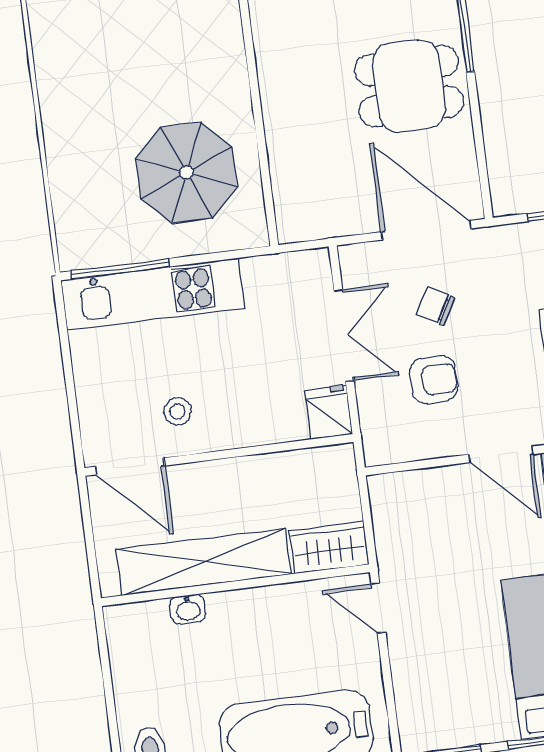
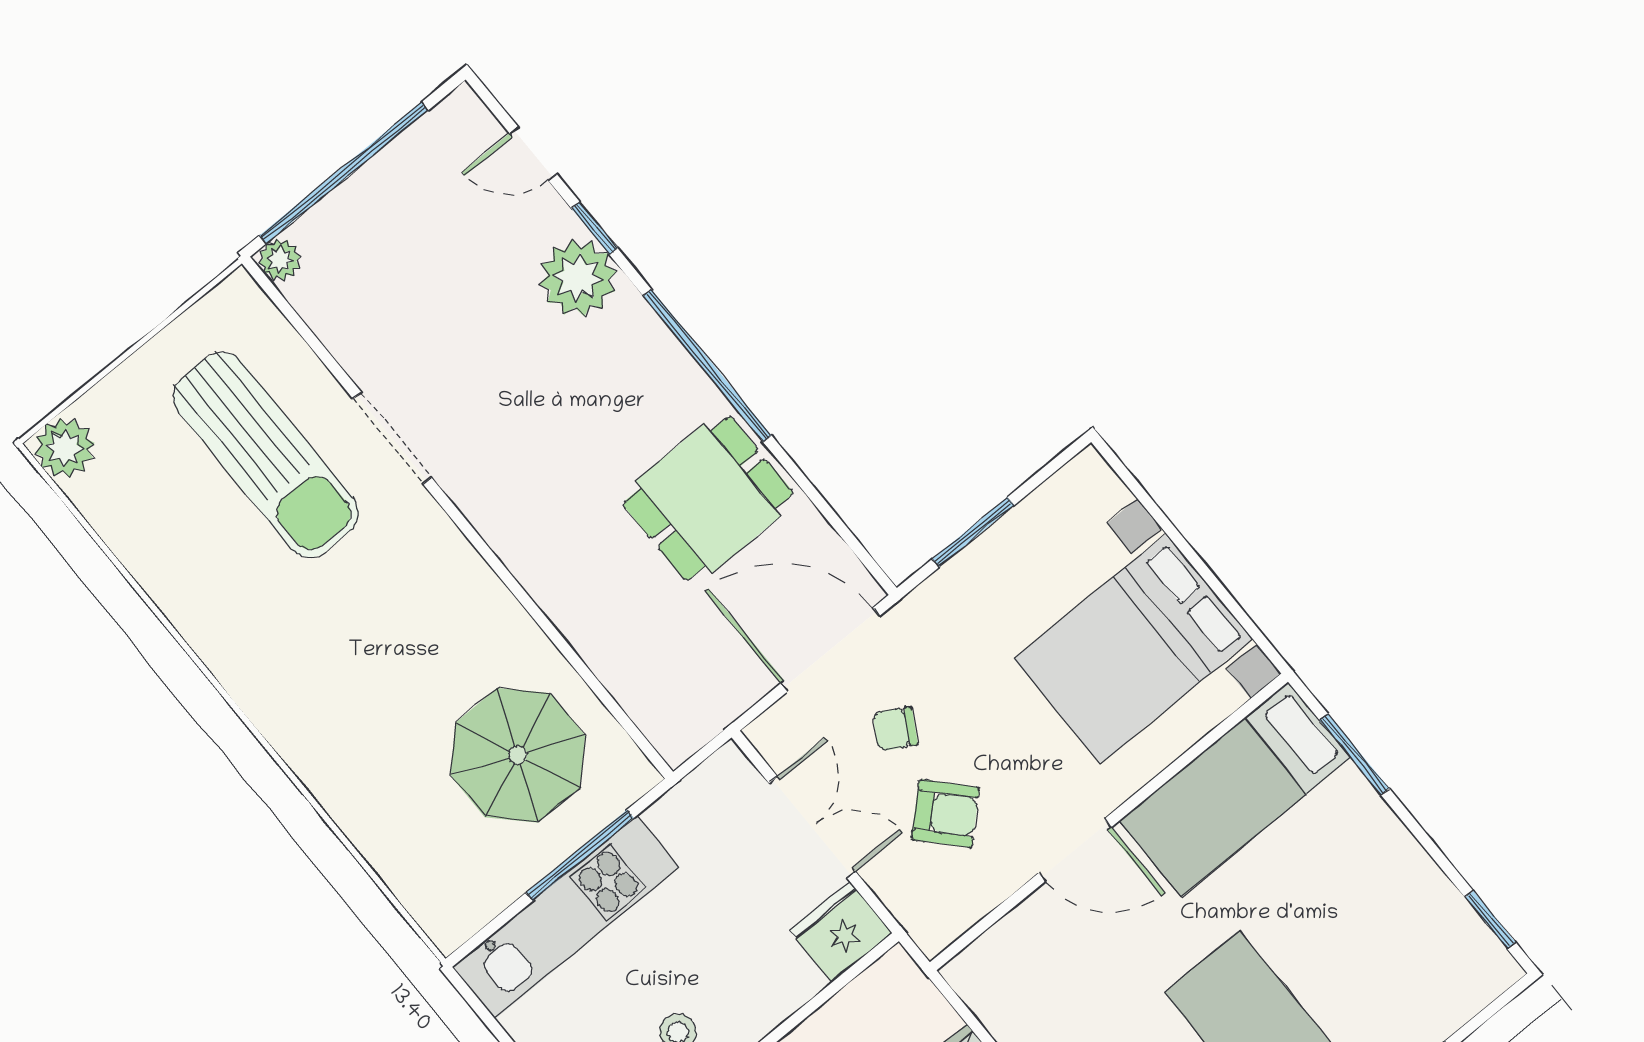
window: (120, 269) -> (580, 855), moved
armchair: (434, 380) -> (945, 814), turned 47
fridge: (329, 412) -> (841, 932), width x1.38

